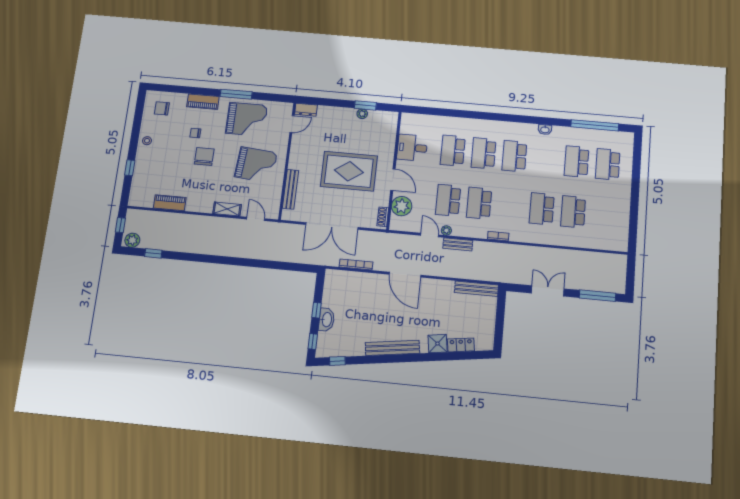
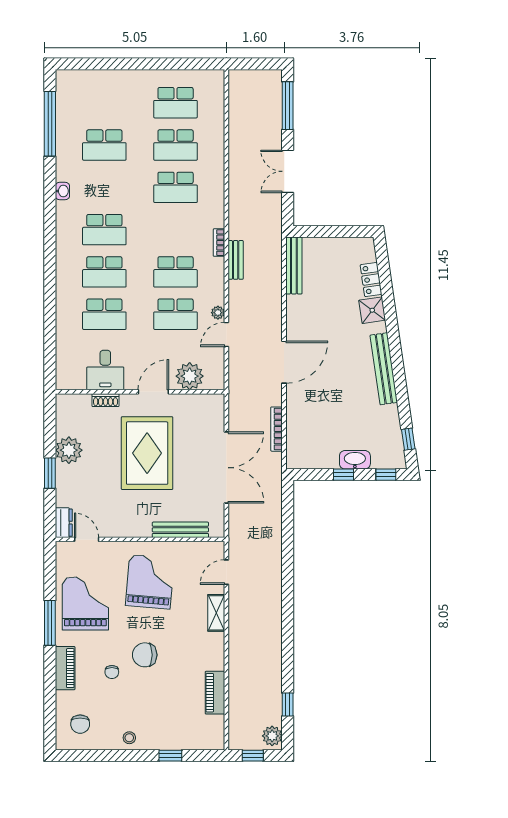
window: (365, 105) -> (50, 473), moved
plant: (362, 114) -> (69, 450), width x1.87, depth x1.87
school desk: (608, 164) -> (176, 103), moved
shoe rack: (383, 217) -> (106, 400), moved
bench: (458, 244) -> (236, 260), moved

